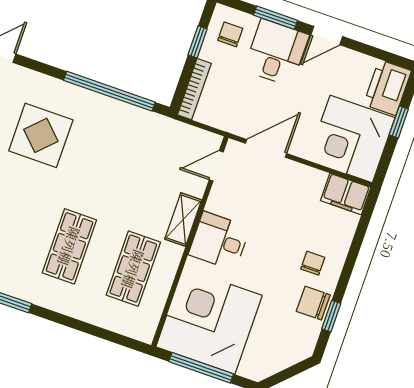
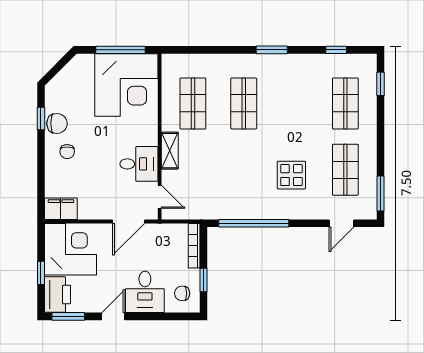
window: (275, 18) -> (68, 316), moved
chair: (230, 34) -> (182, 293), turned 90
display table: (41, 135) -> (291, 175), width x0.73, depth x0.73
door: (216, 166) -> (160, 197), hinge flipped
desk: (219, 241) -> (139, 164), moved

